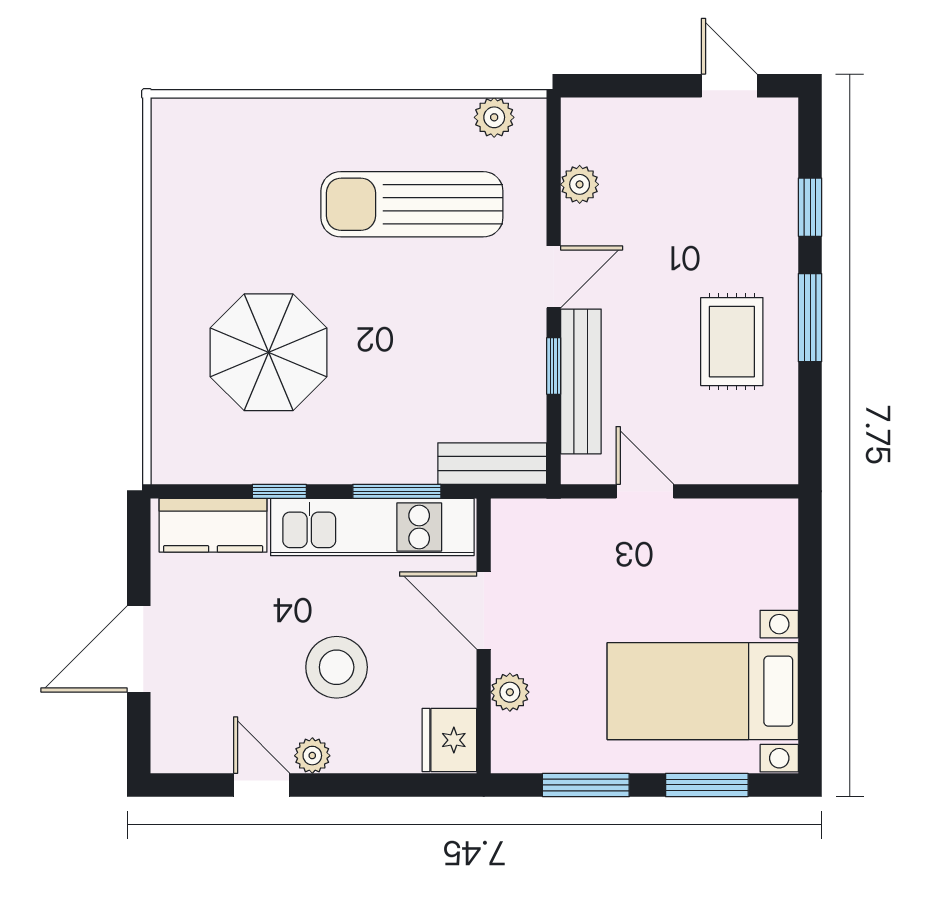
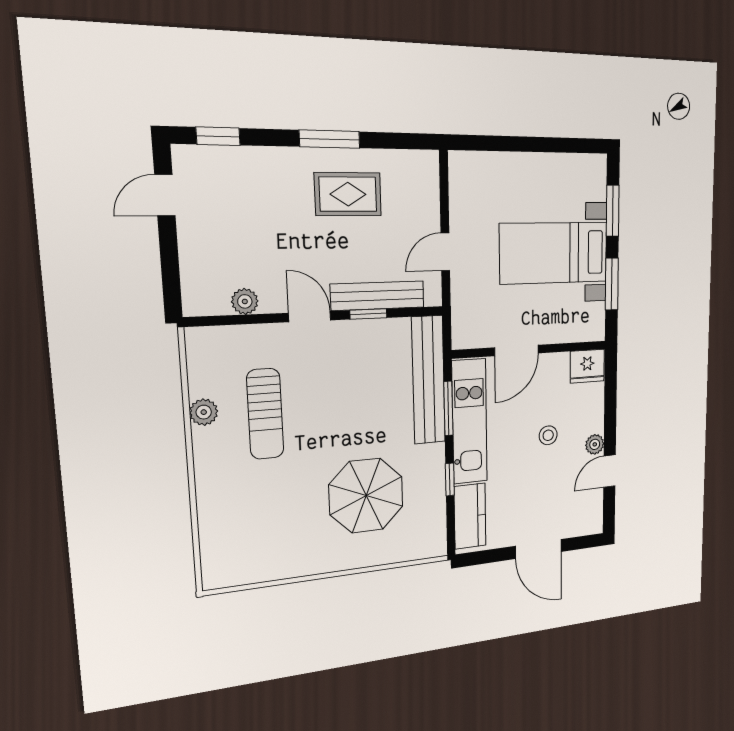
plant: (494, 117) -> (204, 412), moved
sun lounger: (412, 204) -> (265, 414), width x0.73, depth x0.75
window: (810, 207) -> (218, 136), moved
bench: (492, 464) -> (428, 380), width x1.86, depth x1.21
stool: (337, 667) -> (548, 435), width x0.53, depth x0.53
bed with nightstands: (703, 691) -> (554, 253), moved, turned 90
plant: (510, 692) -> (562, 332), removed

